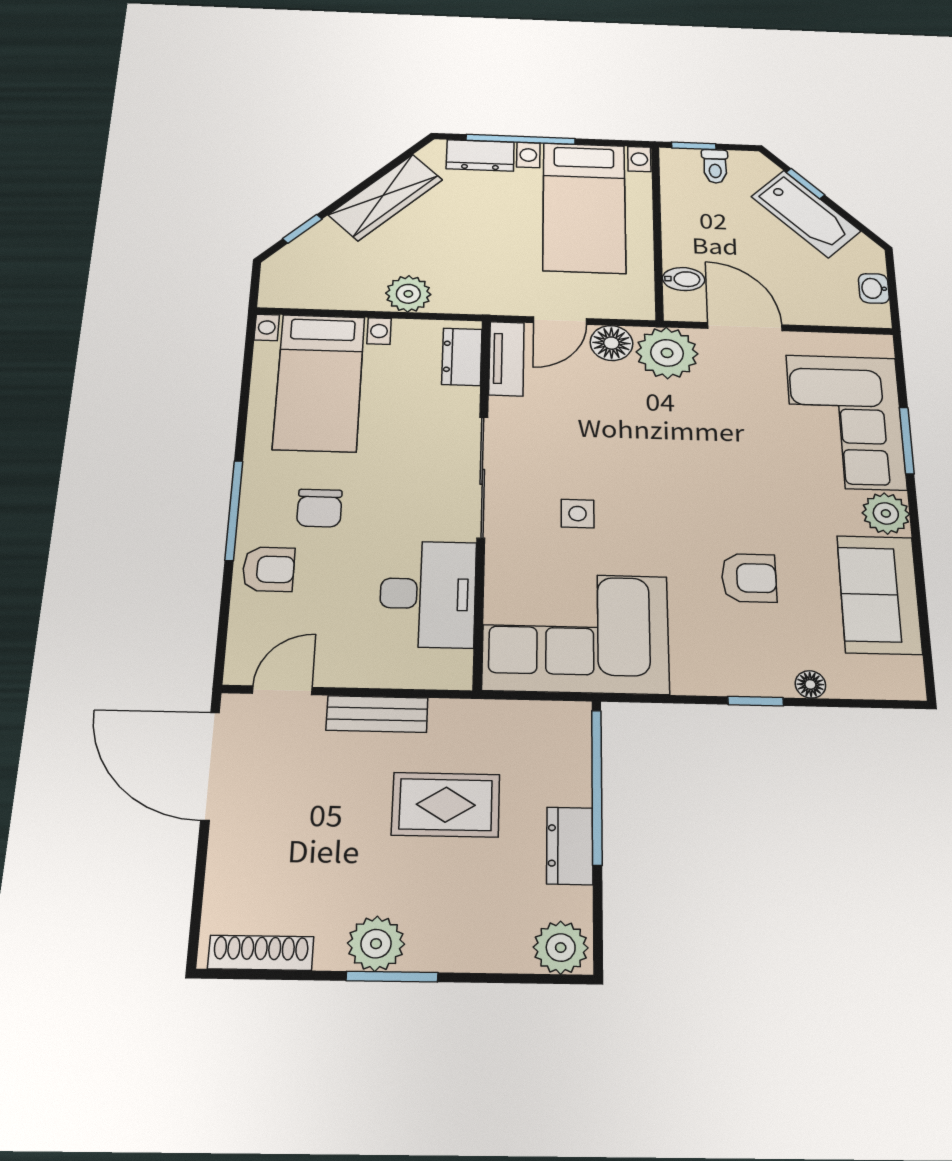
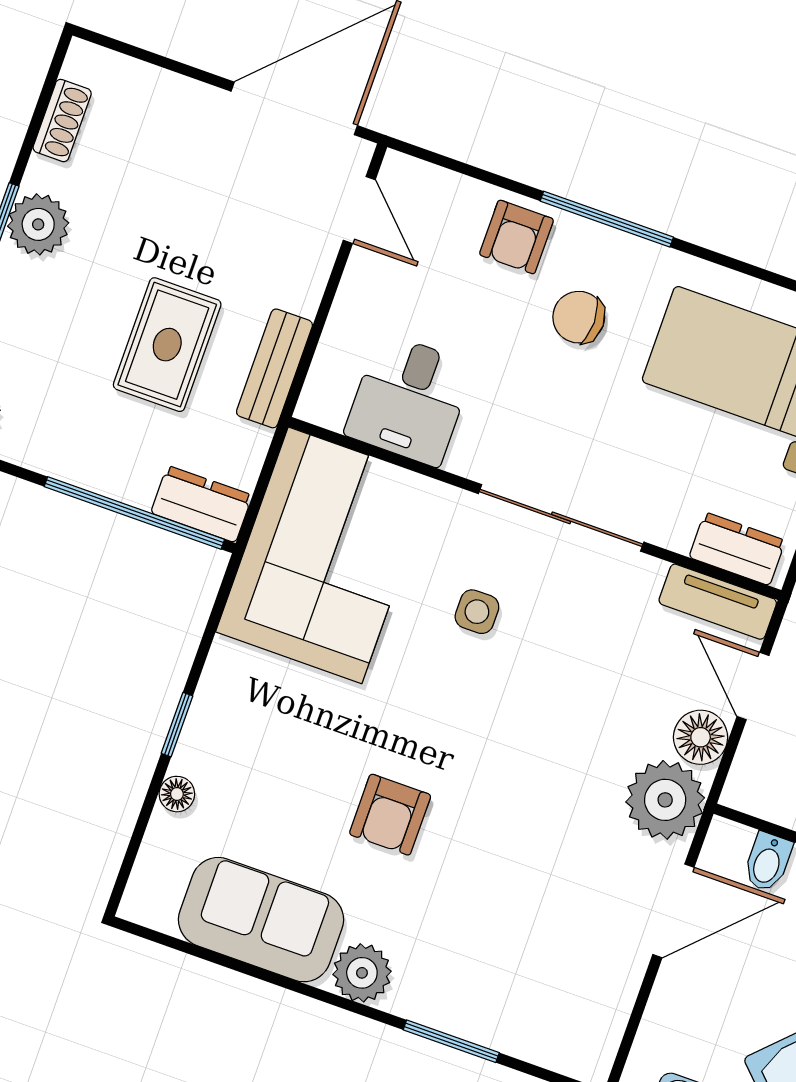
corner sofa: (846, 422) -> (500, 978), removed
armchair: (749, 578) -> (390, 815), moved
desk: (428, 594) -> (409, 400), width x0.73
bench: (377, 714) -> (274, 368), moved
dresser: (570, 846) -> (201, 504), moved
shoe rack: (261, 953) -> (62, 121), width x0.70

